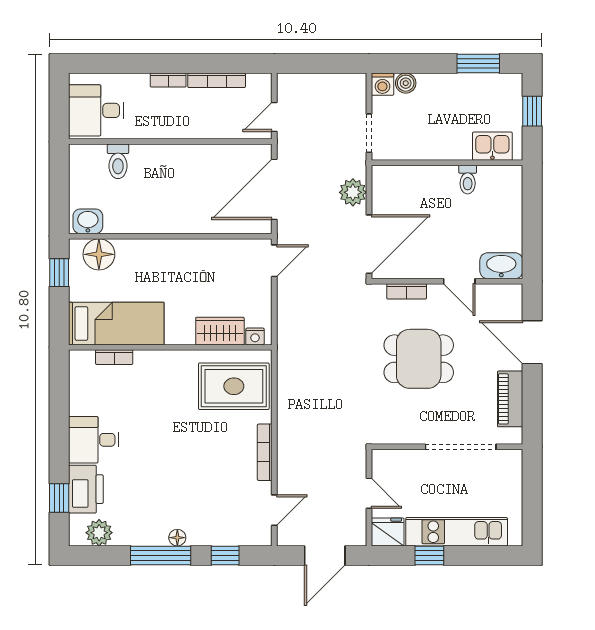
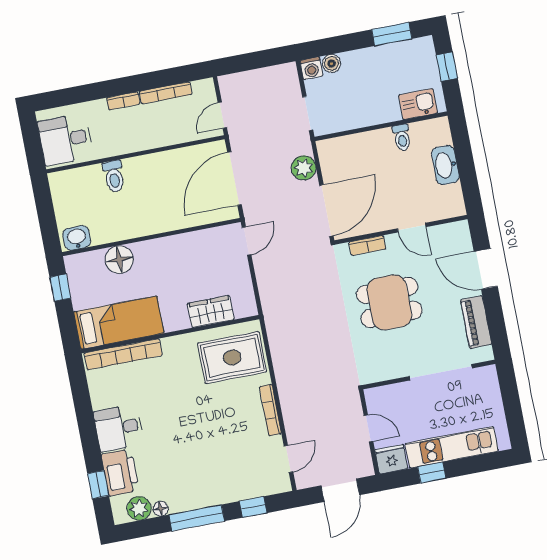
toilet: (118, 161) -> (114, 176), moved
floor lamp: (99, 254) -> (119, 260), moved
washbasin: (501, 266) -> (445, 165), moved, turned -90
nightstand: (255, 336) -> (242, 310), removed
bookcase: (114, 357) -> (123, 354), width x2.31, depth x1.31
floor lamp: (177, 538) -> (161, 509), moved

